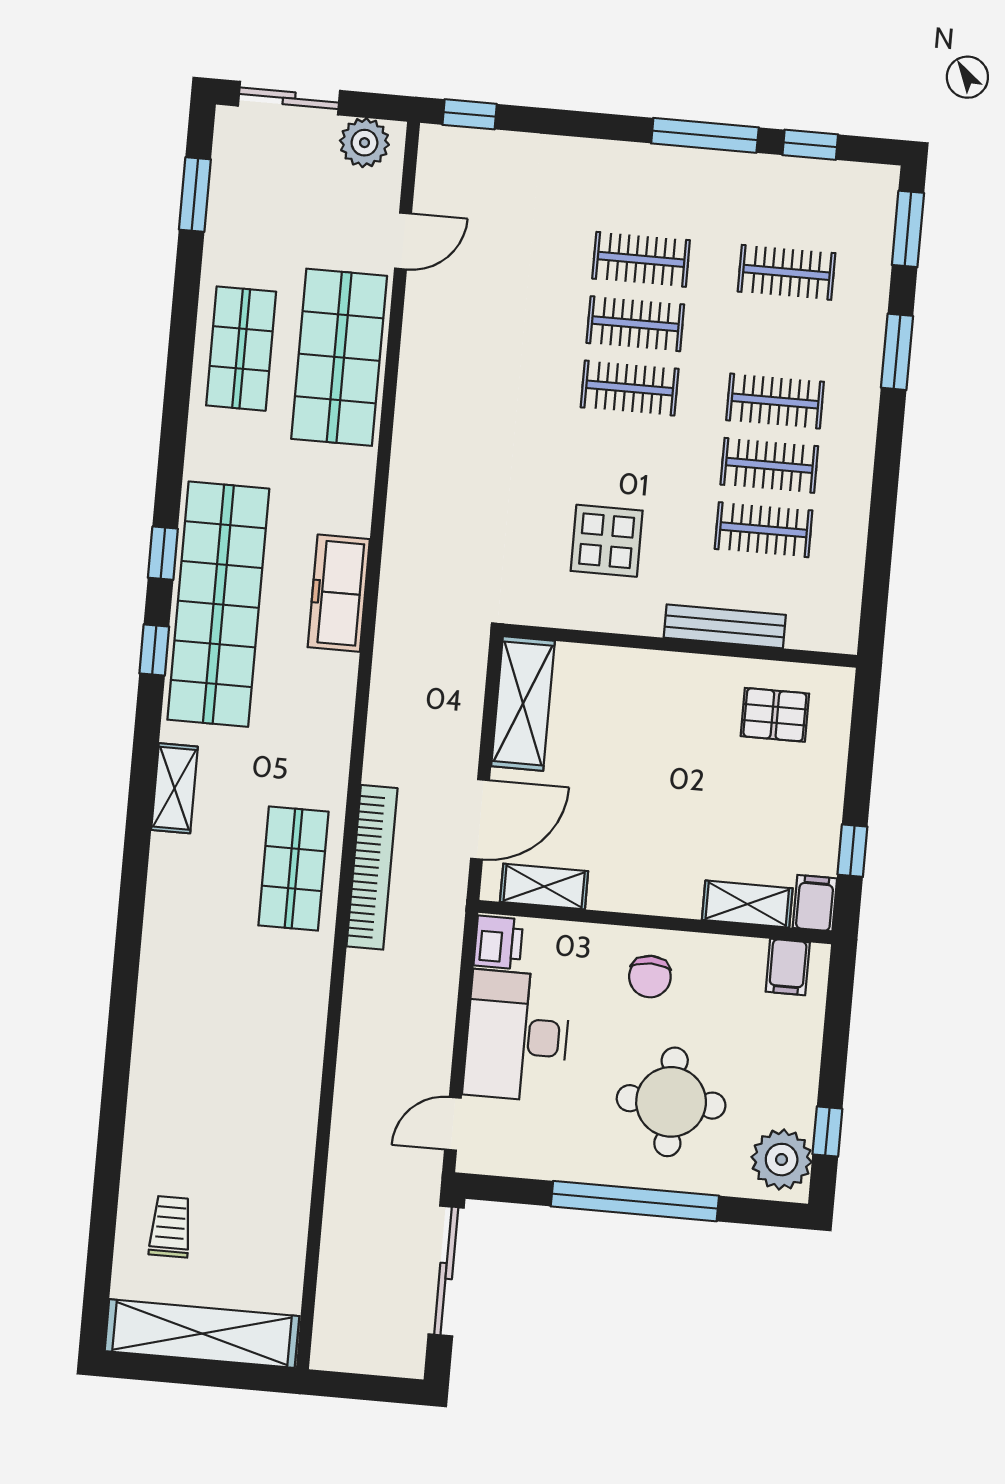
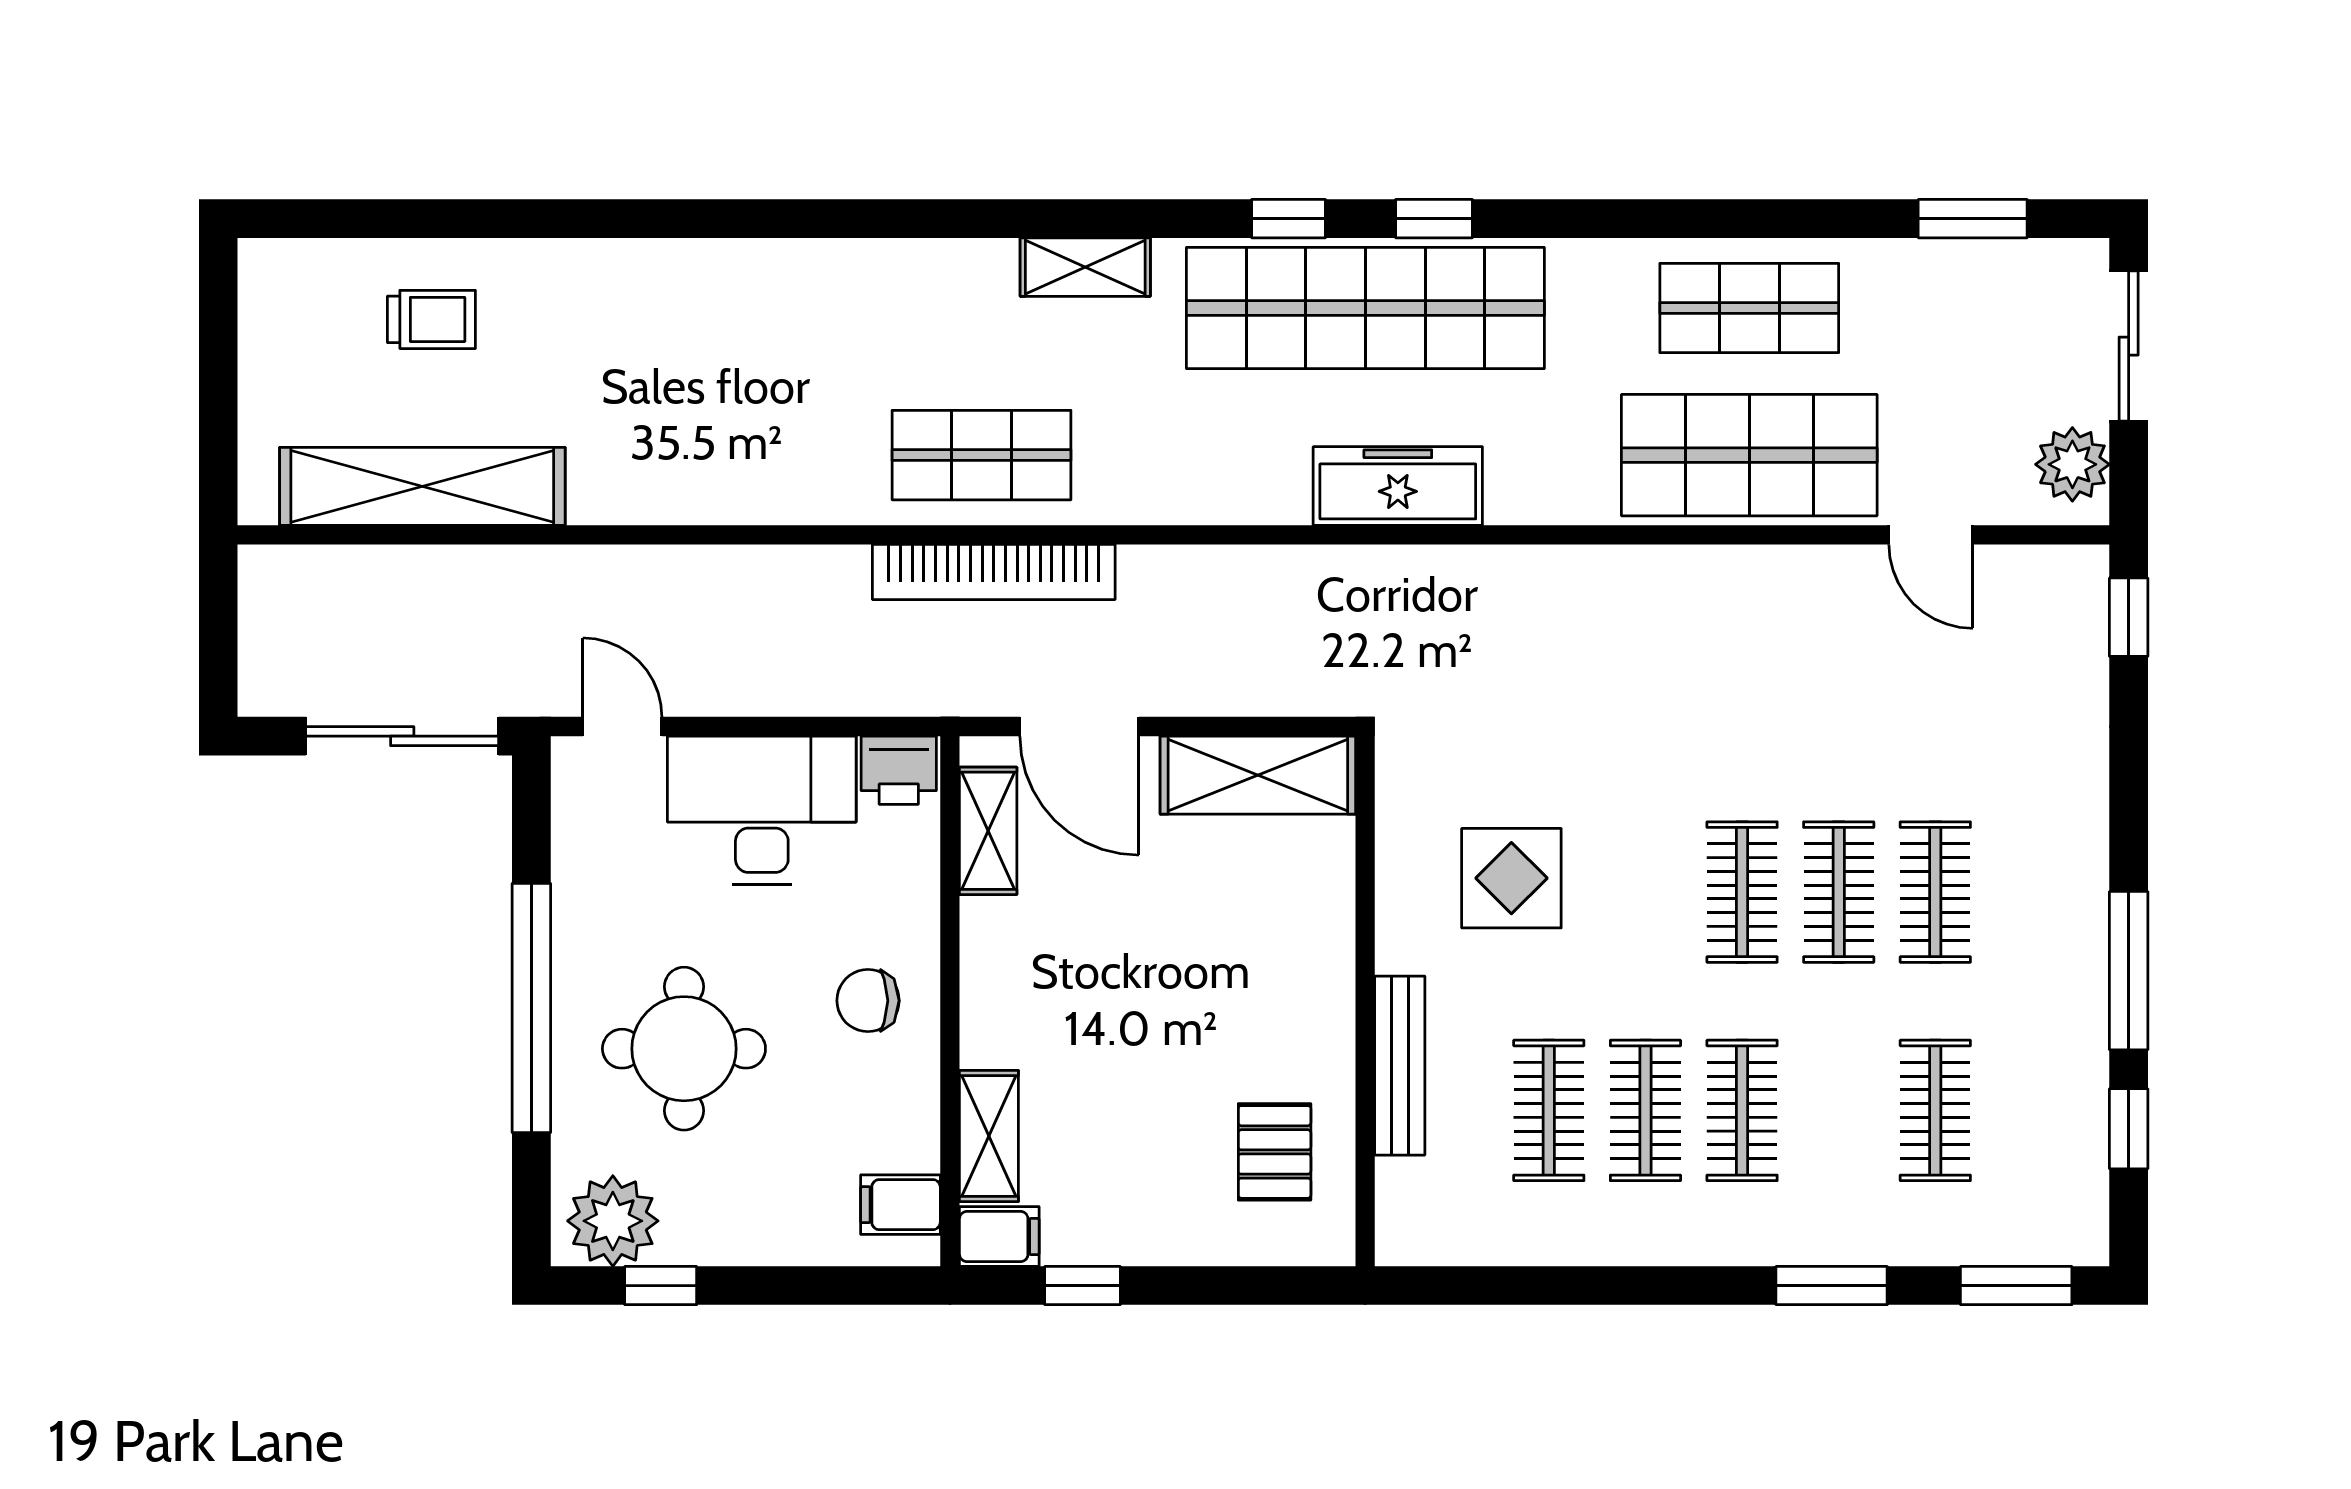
shelving: (202, 1334) -> (422, 486), moved, turned 90

